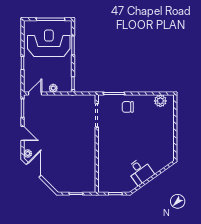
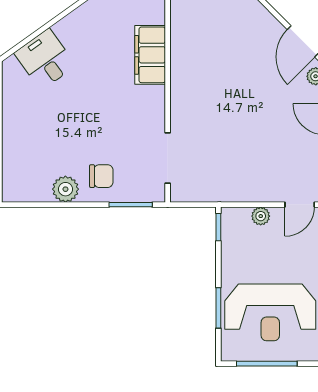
plant: (160, 101) -> (65, 189), moved
filing cabinet: (105, 164) -> (150, 55), added
desk: (140, 171) -> (45, 59), moved

